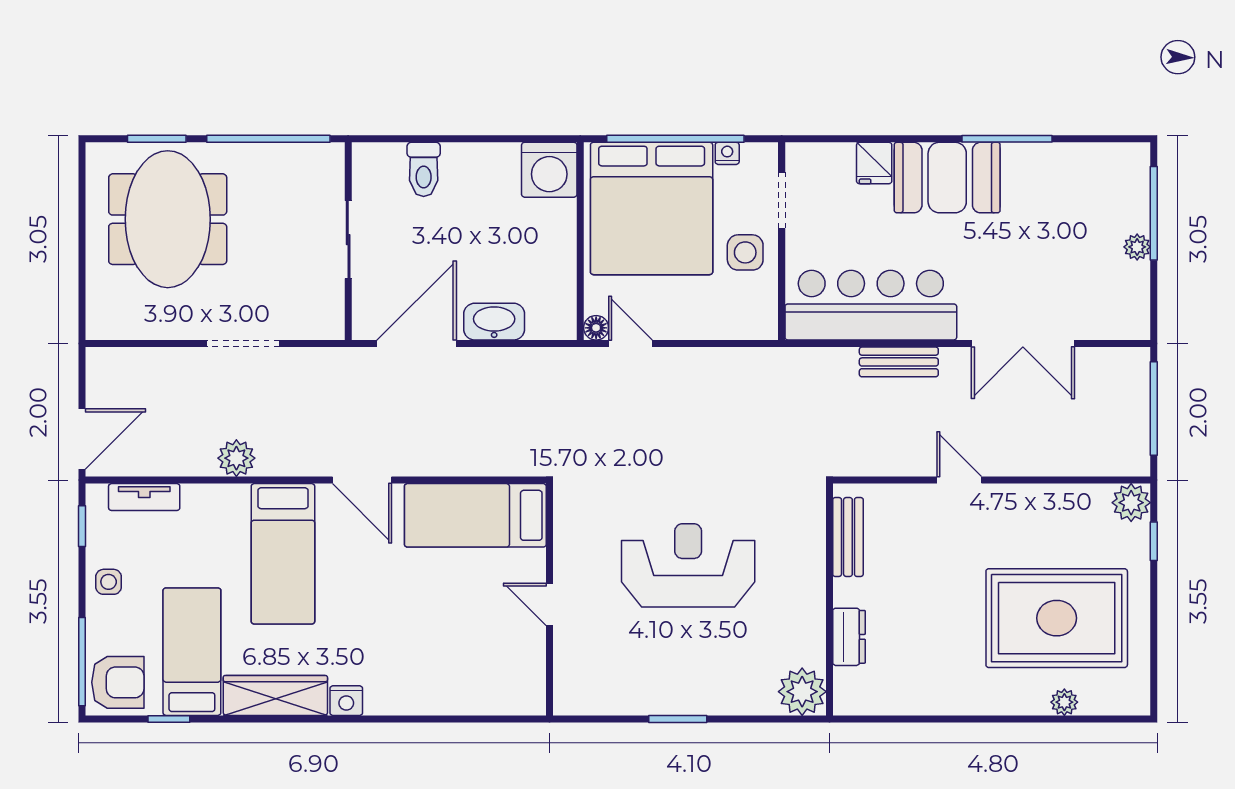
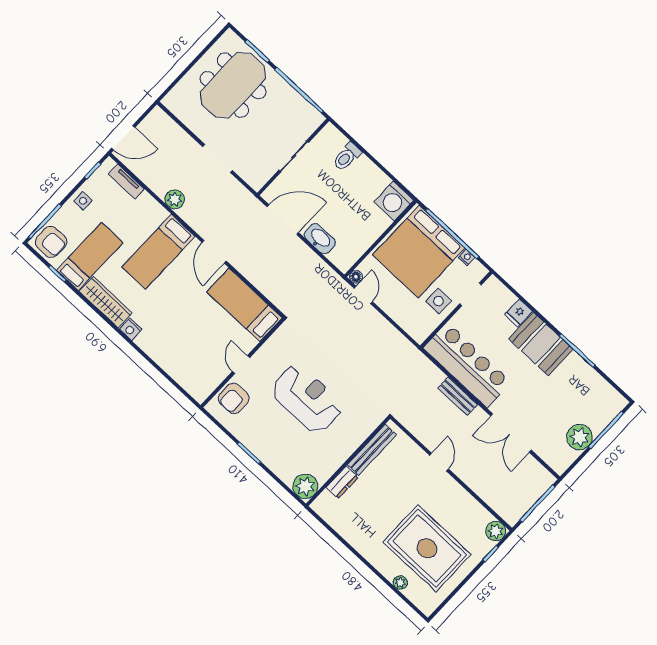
plant: (1137, 247) -> (580, 437), width x1.87, depth x1.87
bench: (848, 537) -> (372, 450), width x1.36
armchair: (584, 662) -> (234, 398), added

